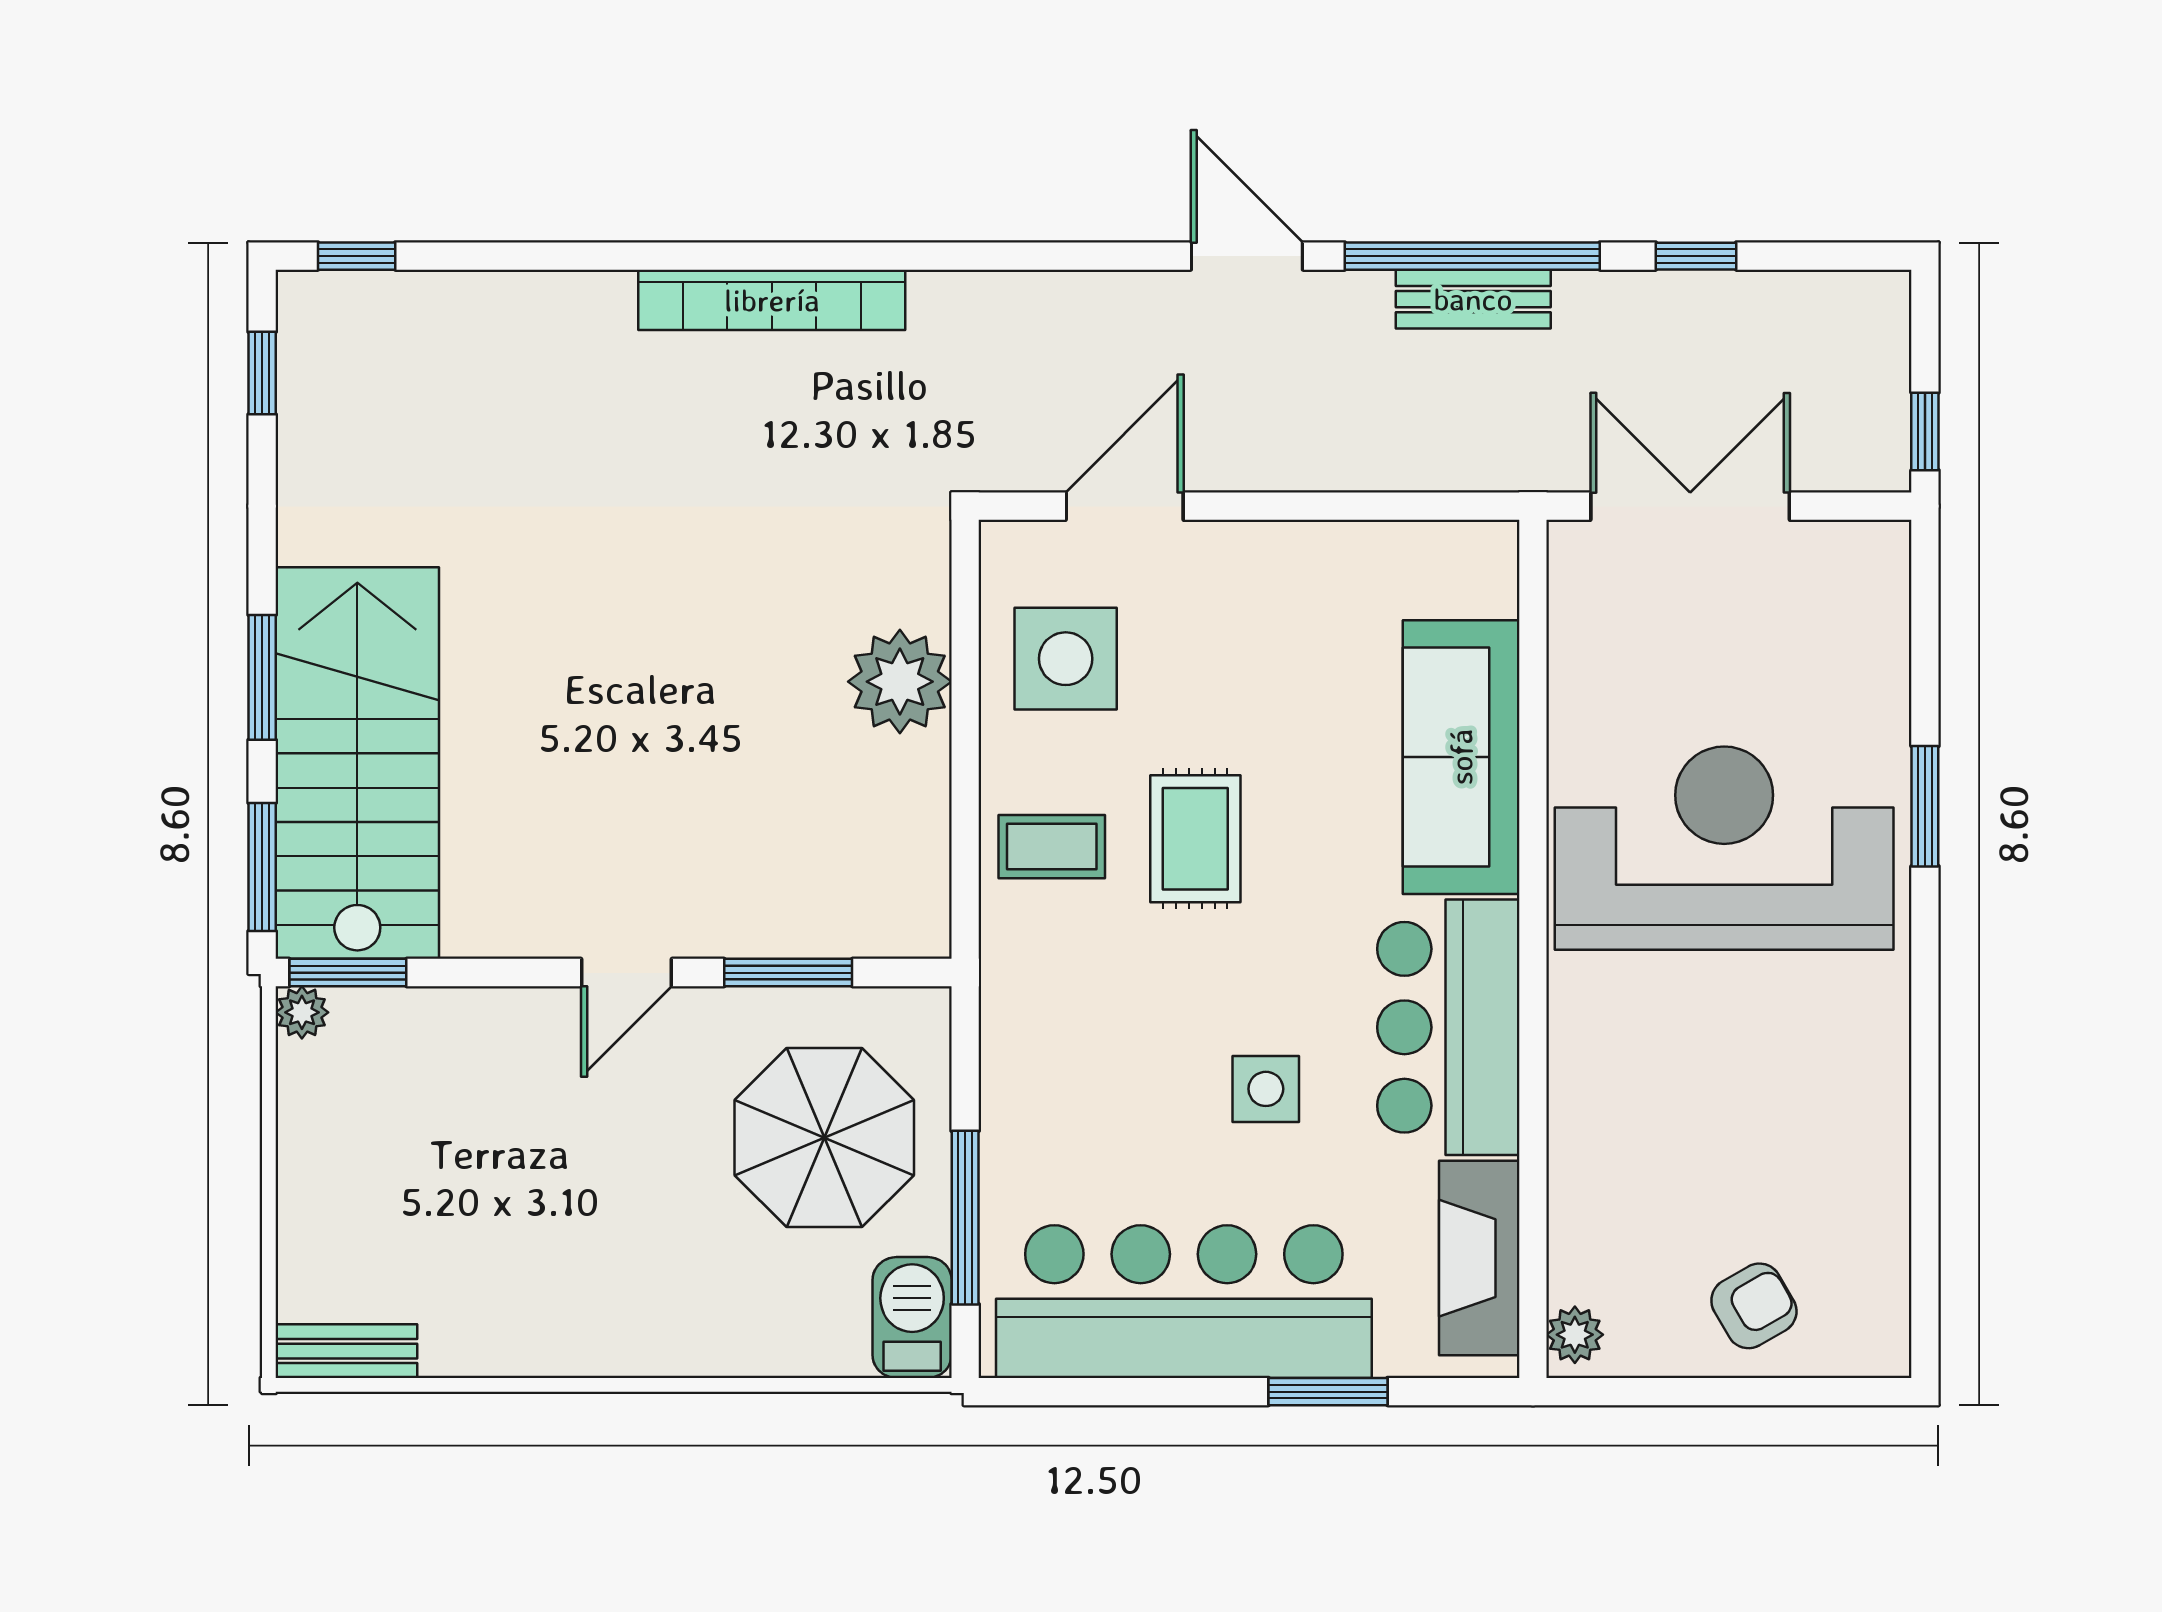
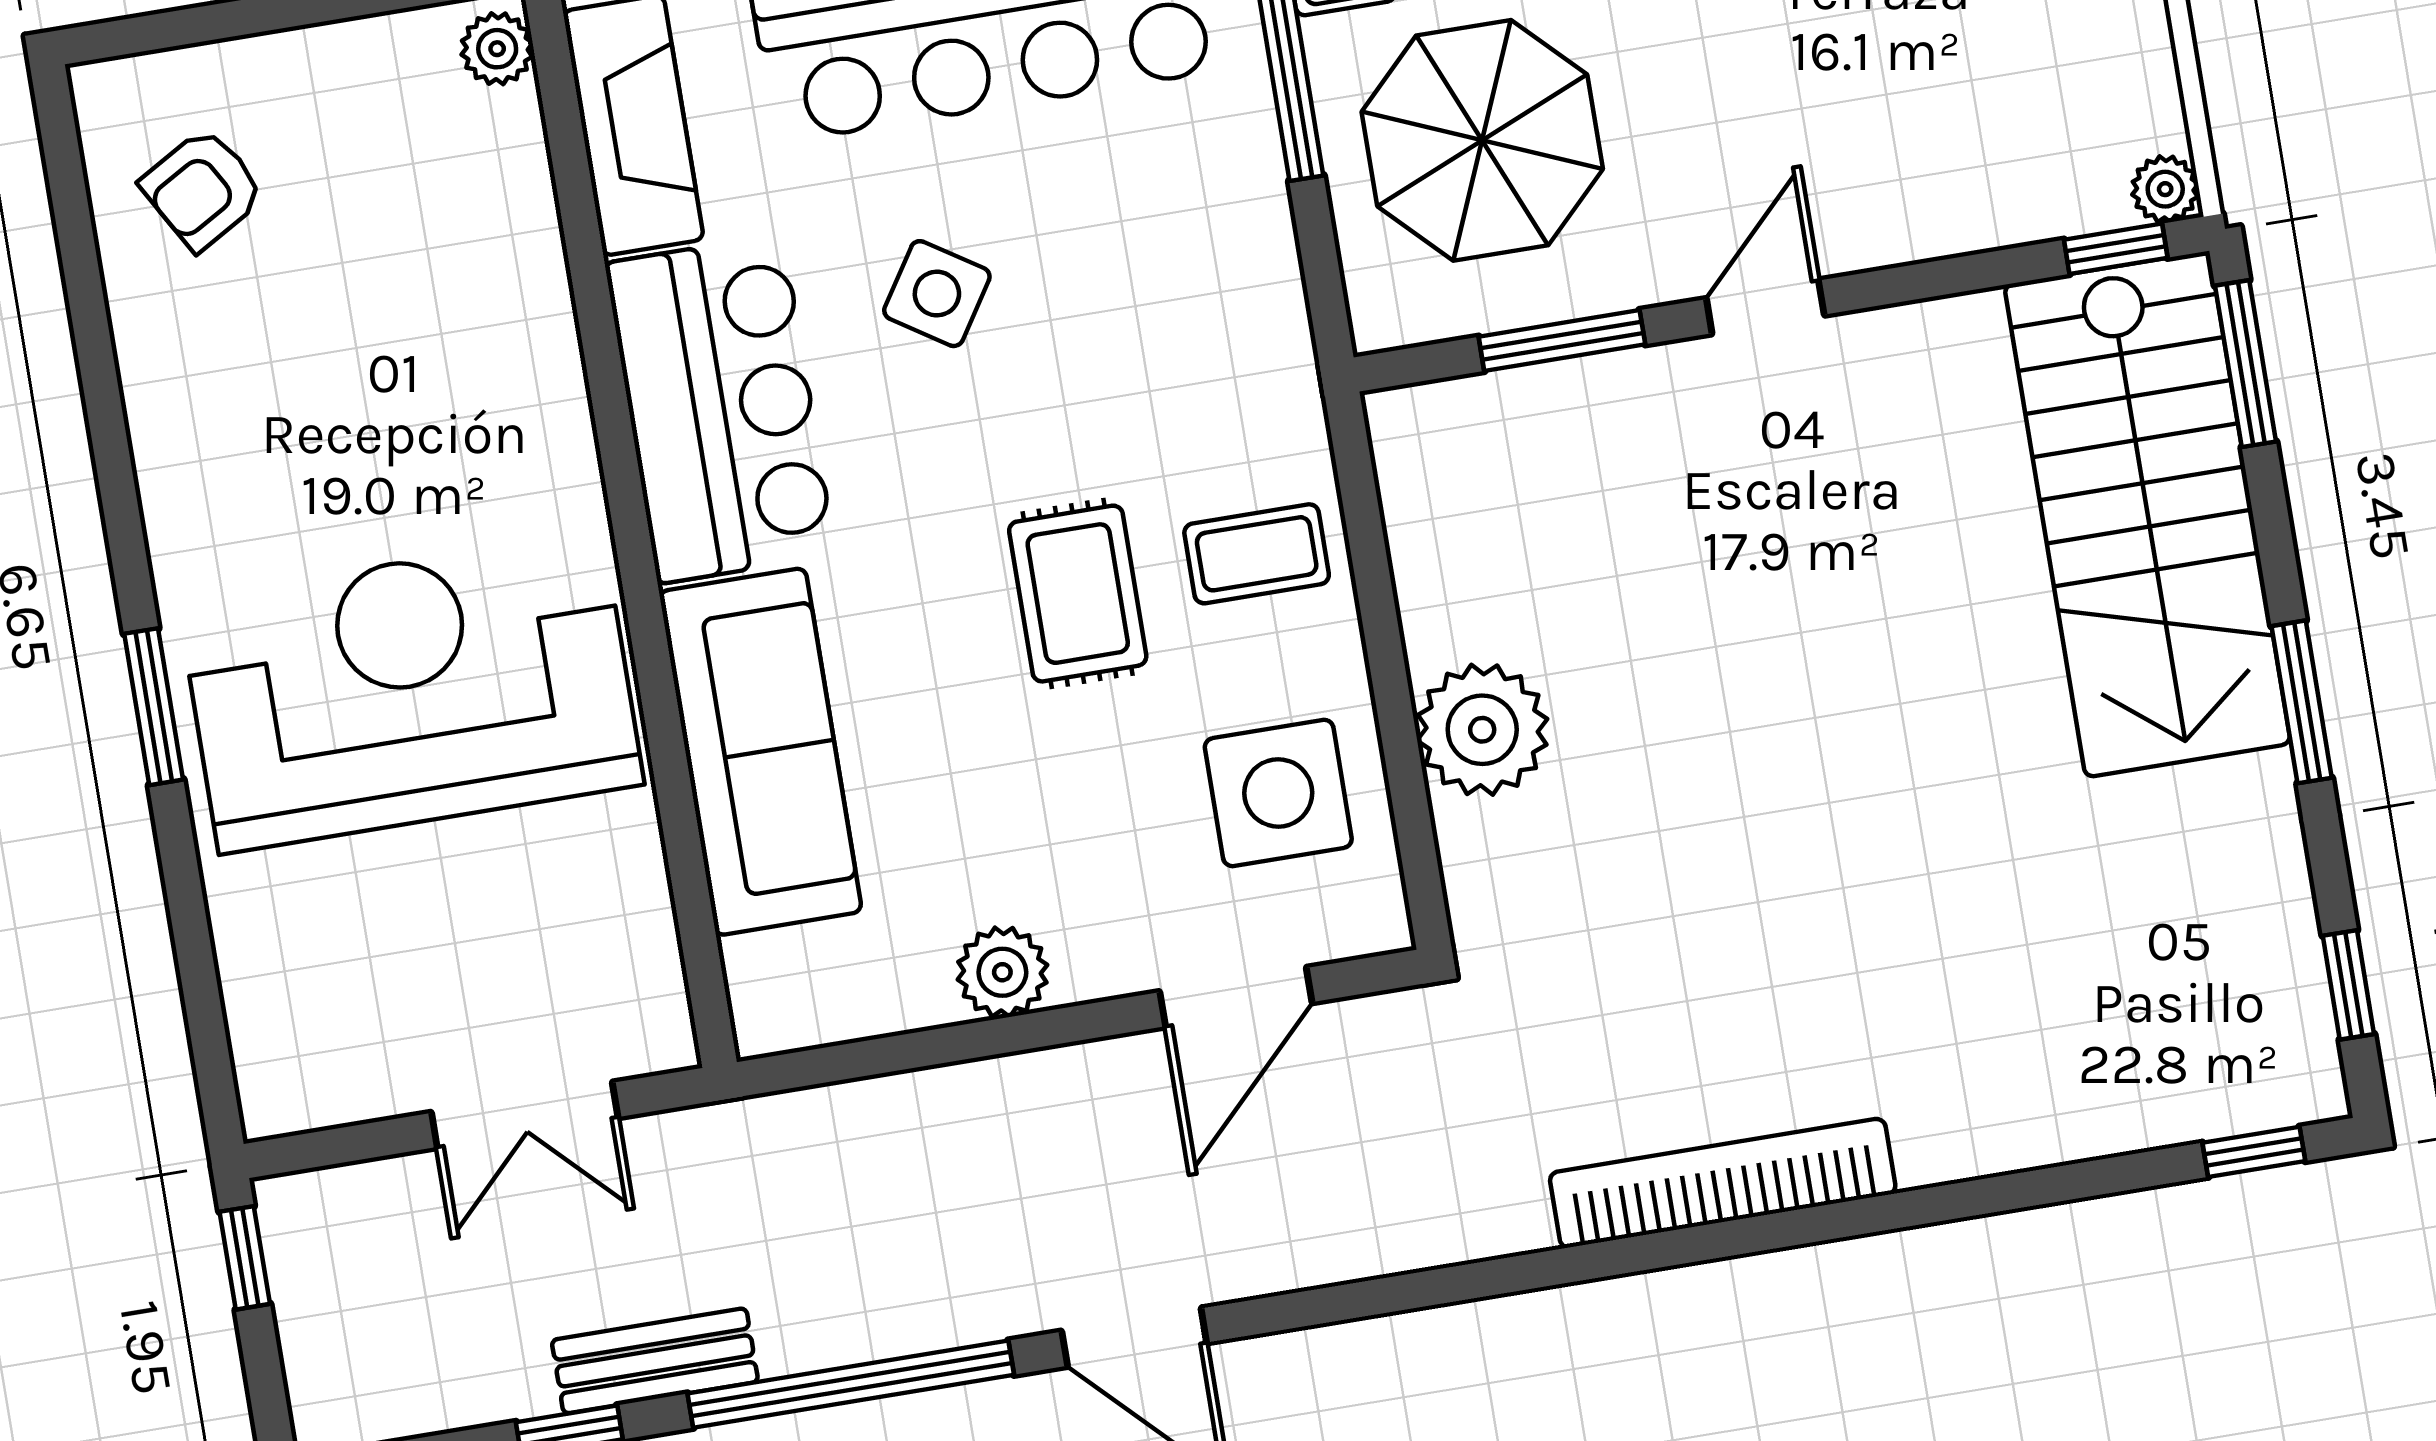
bench: (1473, 299) -> (655, 1361), moved
double door: (1690, 506) -> (525, 1115), width x0.73
plant: (1302, 555) -> (1002, 972), added
window: (262, 677) -> (2302, 702), moved
window: (1925, 806) -> (154, 707), moved
reception desk: (1724, 848) -> (411, 692), turned 180
window: (348, 973) -> (2116, 249), width x0.67
side table: (1266, 1089) -> (937, 294), turned 33
armchair: (1754, 1306) -> (203, 189), moved

